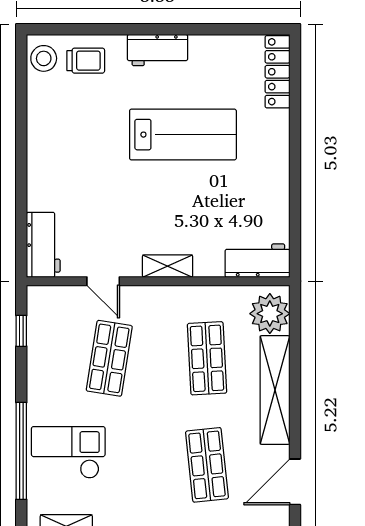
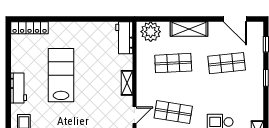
shelving: (275, 390) -> (189, 29), width x0.68

